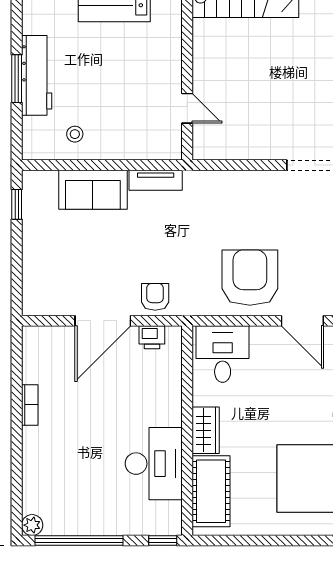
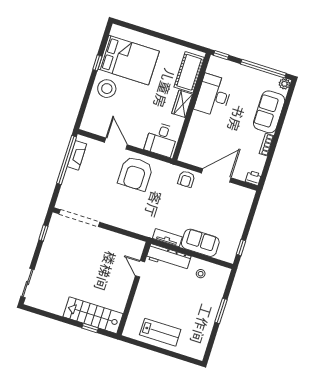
workbench: (37, 75) -> (169, 257), moved, turned -90
printer: (152, 337) -> (253, 178), moved
sofa: (44, 466) -> (269, 112), added

